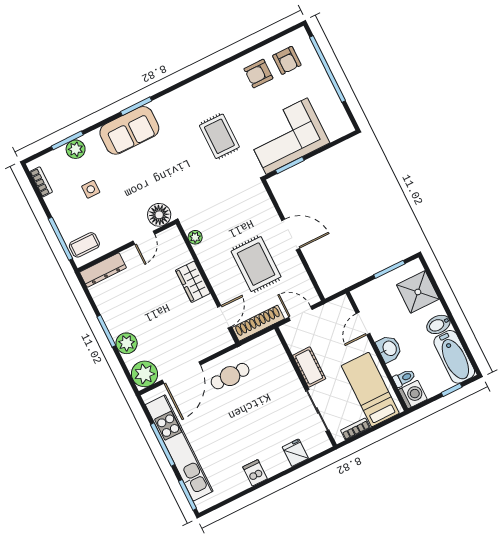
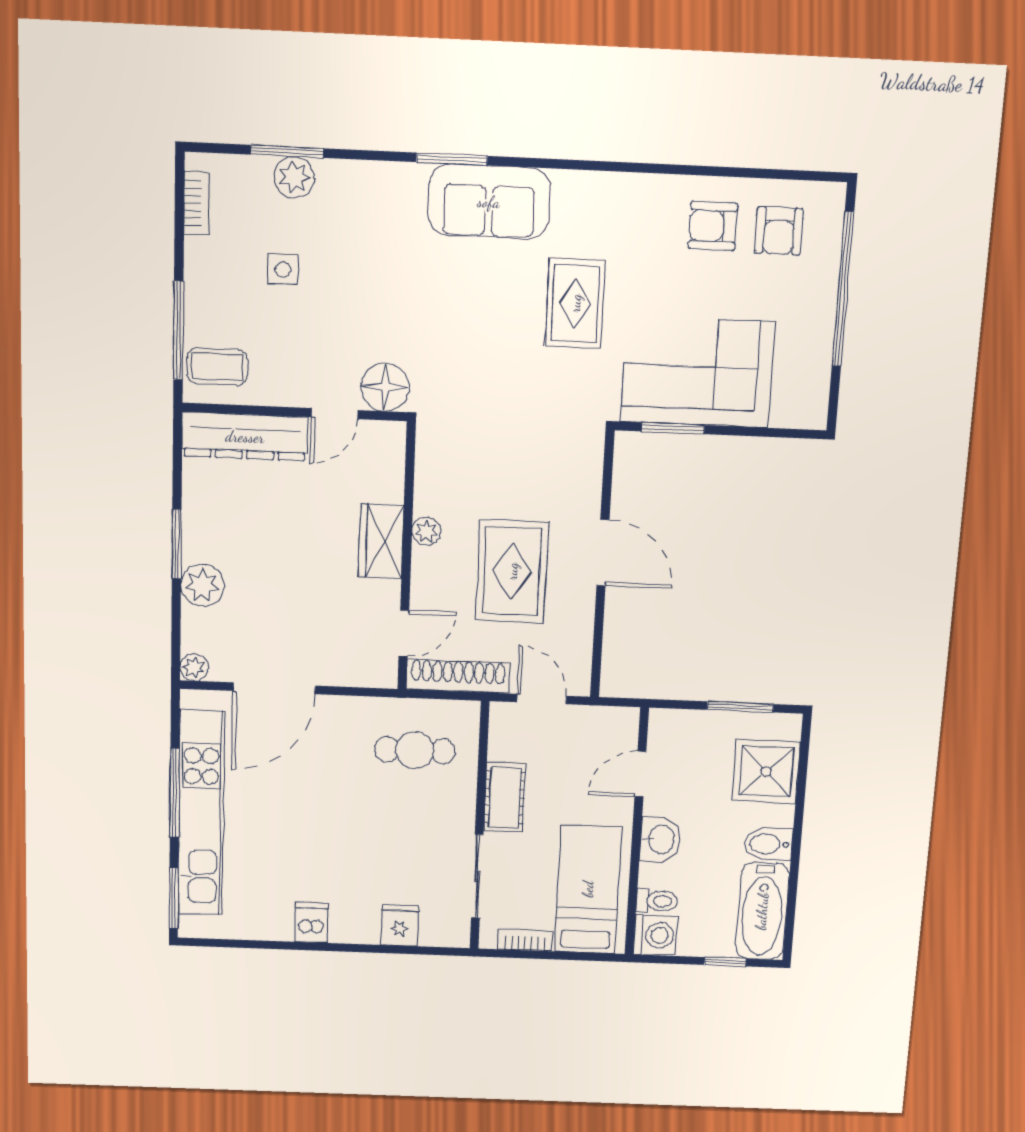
sofa: (129, 130) -> (489, 202), moved
plant: (195, 237) -> (426, 531), moved
dresser: (103, 270) -> (245, 437), width x1.37, depth x1.24
plant: (144, 374) -> (194, 667), width x0.53, depth x0.53
cafe table: (230, 376) -> (415, 750), moved

